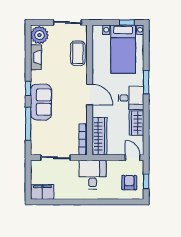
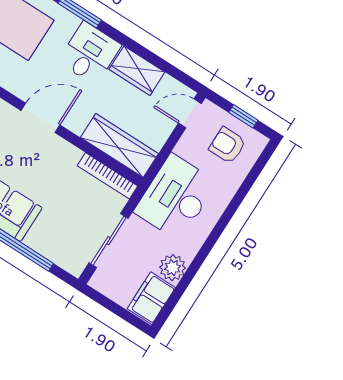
desk: (93, 175) -> (176, 197), width x1.37
plant: (61, 193) -> (173, 268), added

